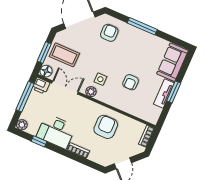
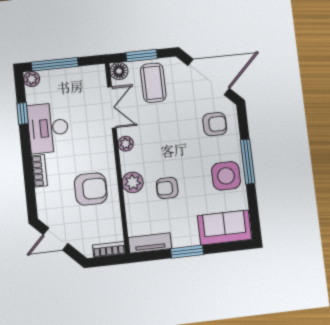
side table: (100, 79) -> (226, 176), moved, width x1.87, depth x1.87
printer: (41, 86) -> (96, 75), removed
tv unit: (164, 93) -> (150, 243), moved
window: (25, 97) -> (55, 64), moved
plant: (116, 100) -> (133, 182), added

